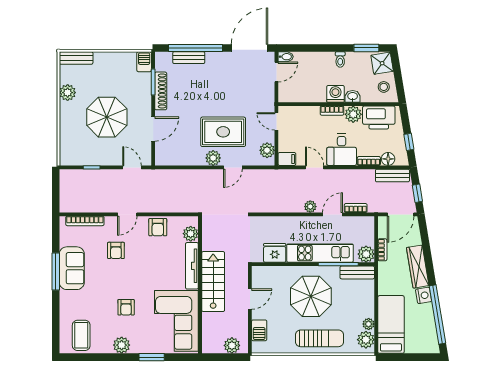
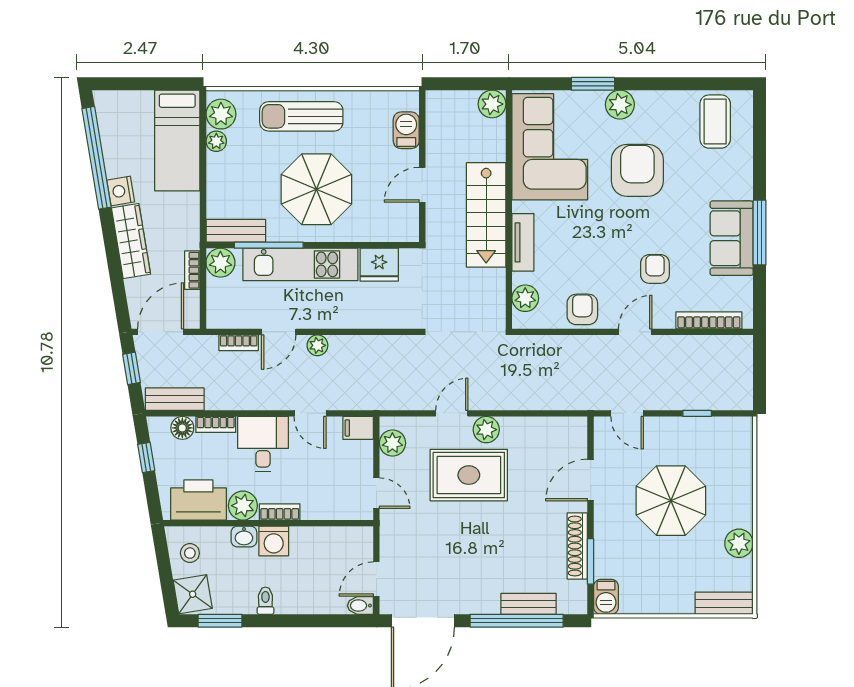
tv unit: (192, 266) -> (523, 242), width x0.71
armchair: (126, 307) -> (637, 170), width x1.88, depth x1.88
plant: (122, 345) -> (620, 105), moved
plant: (232, 345) -> (492, 104), moved

